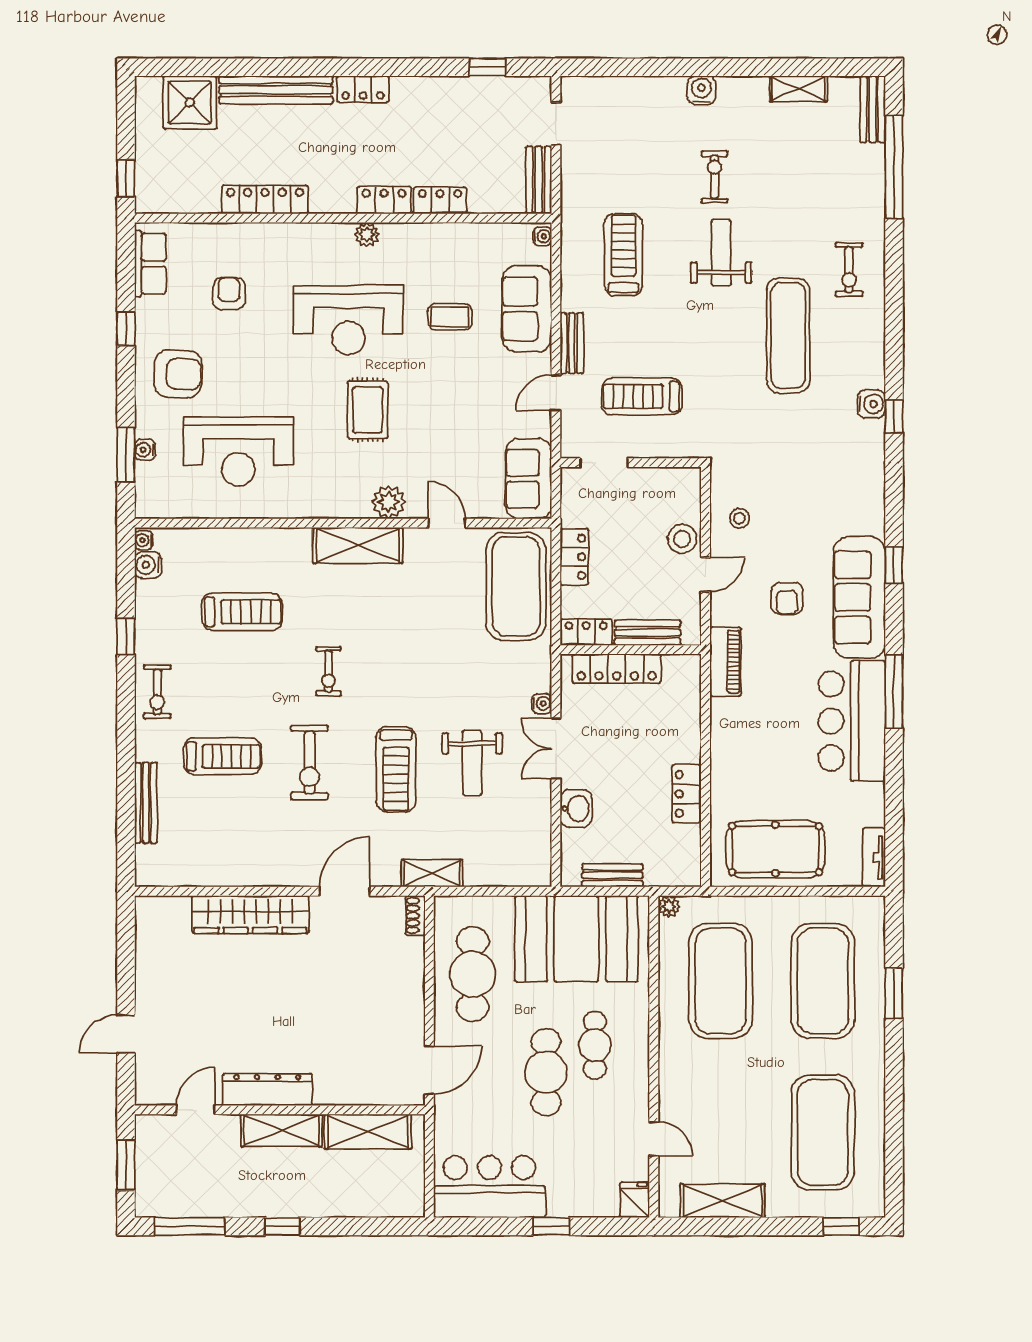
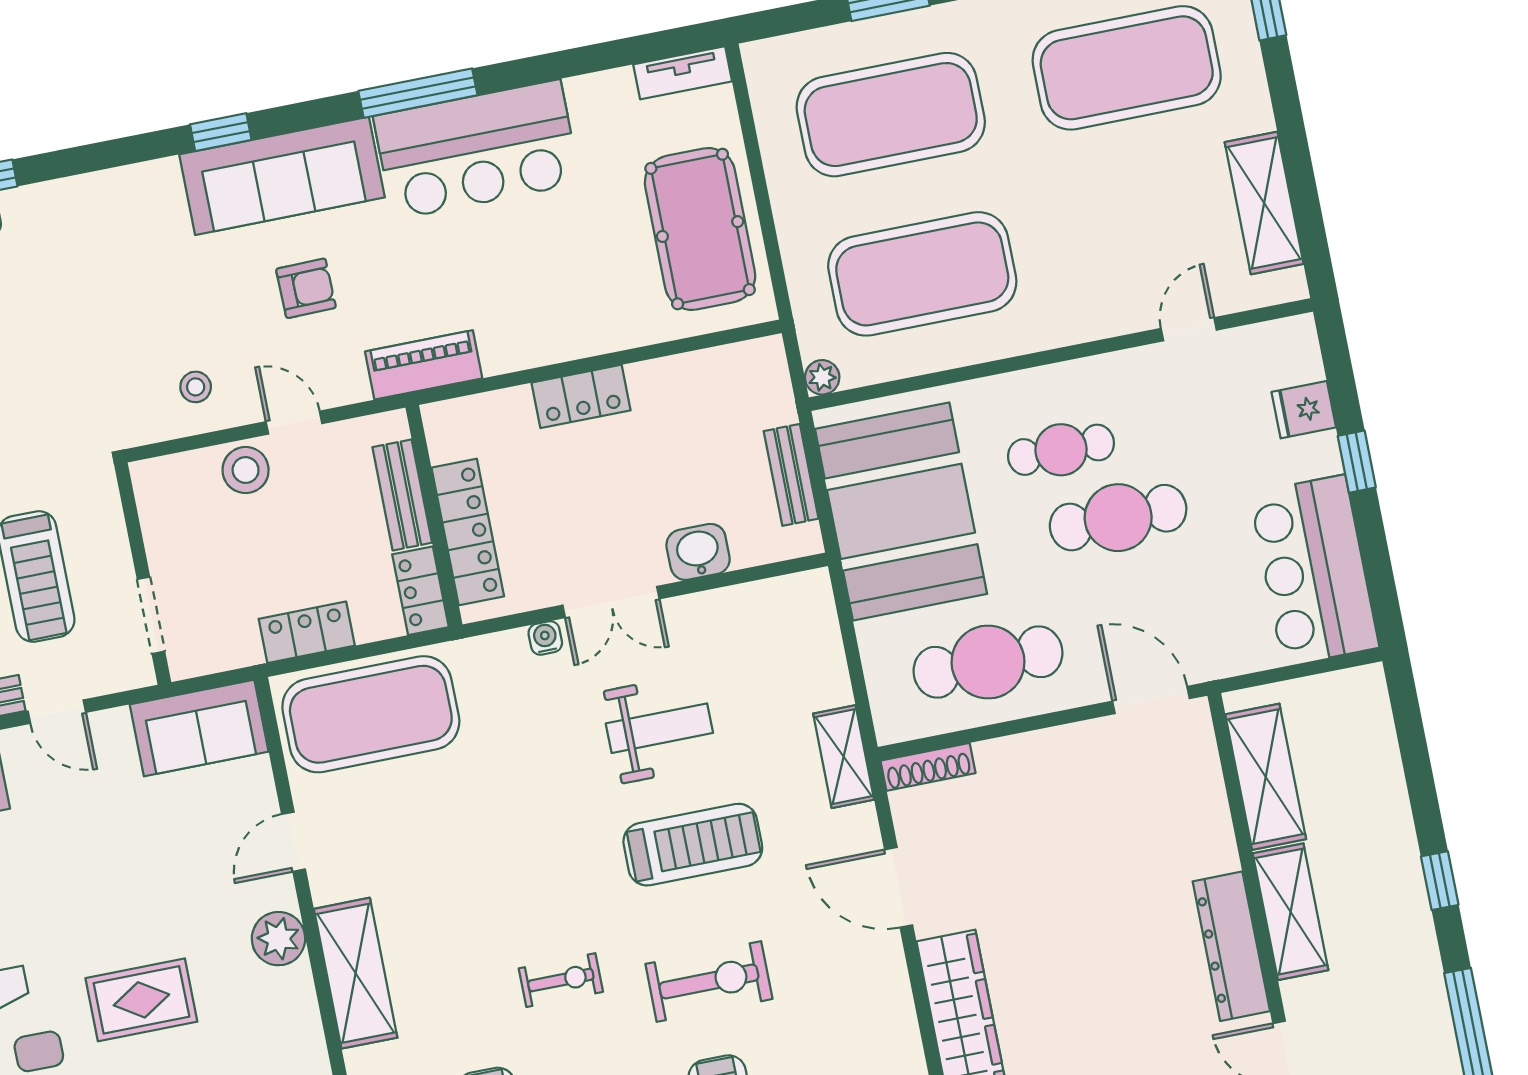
locker: (687, 794) -> (581, 396), moved
shoe rack: (415, 916) -> (928, 767), width x1.43
fridge: (634, 1200) -> (1304, 410), moved

